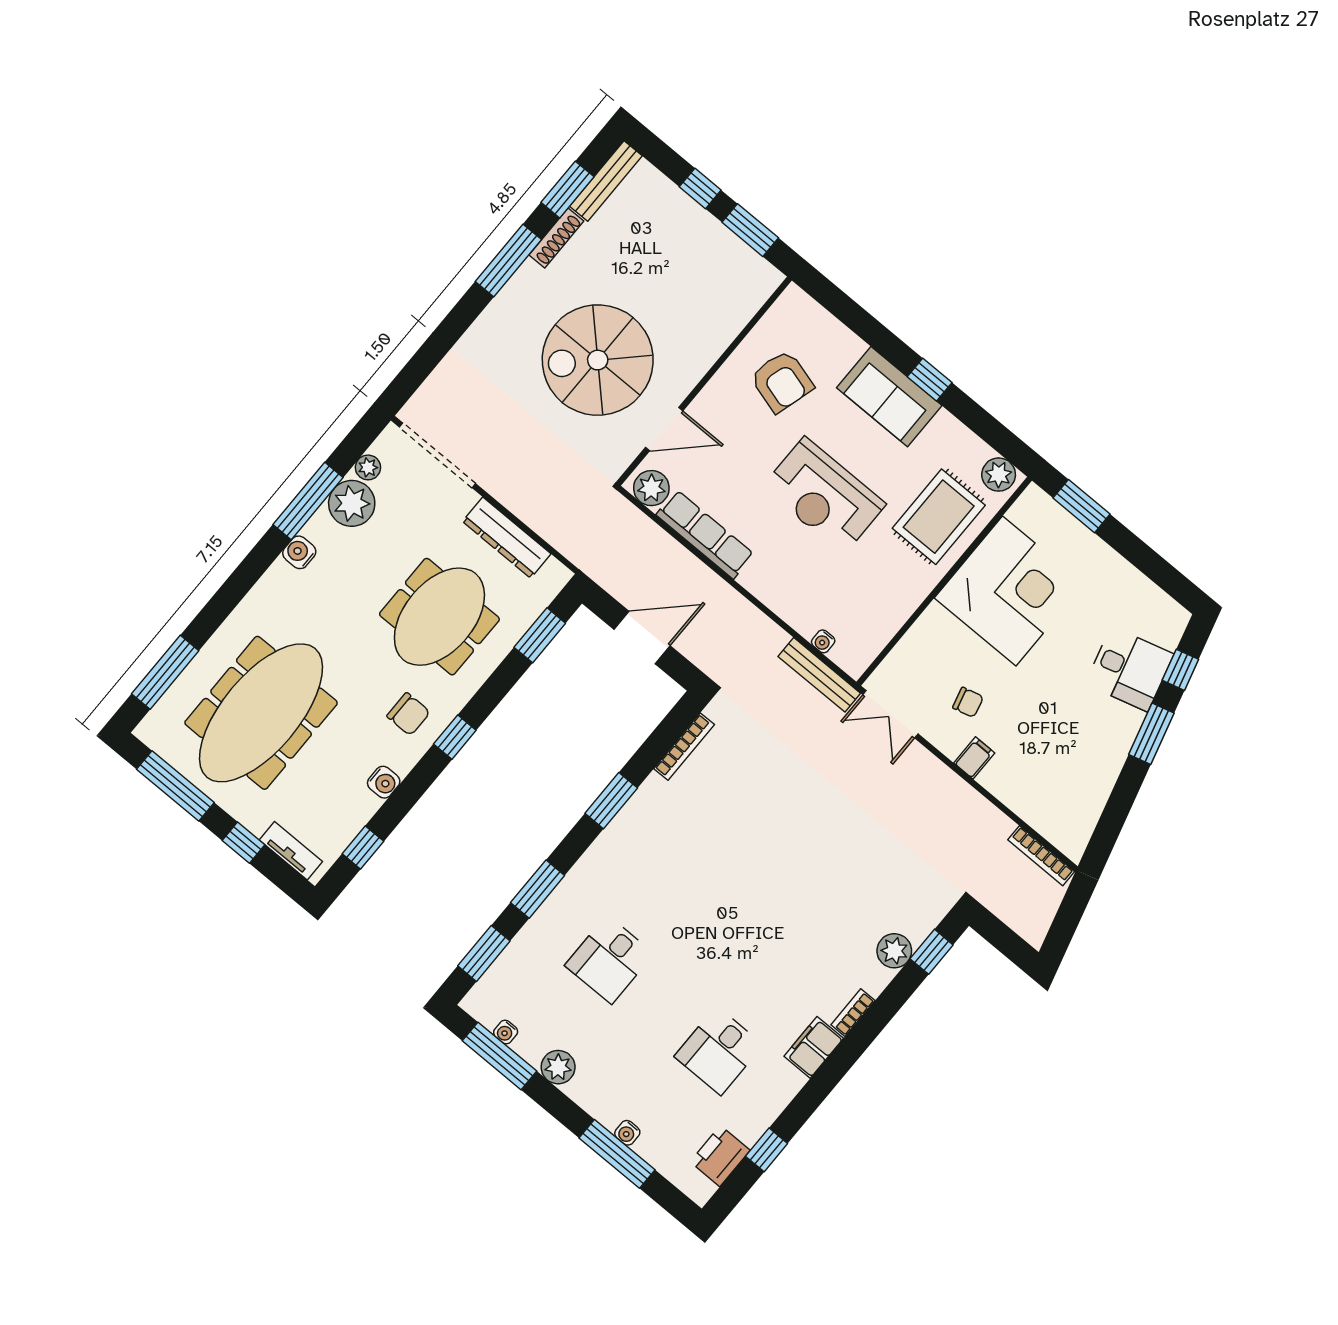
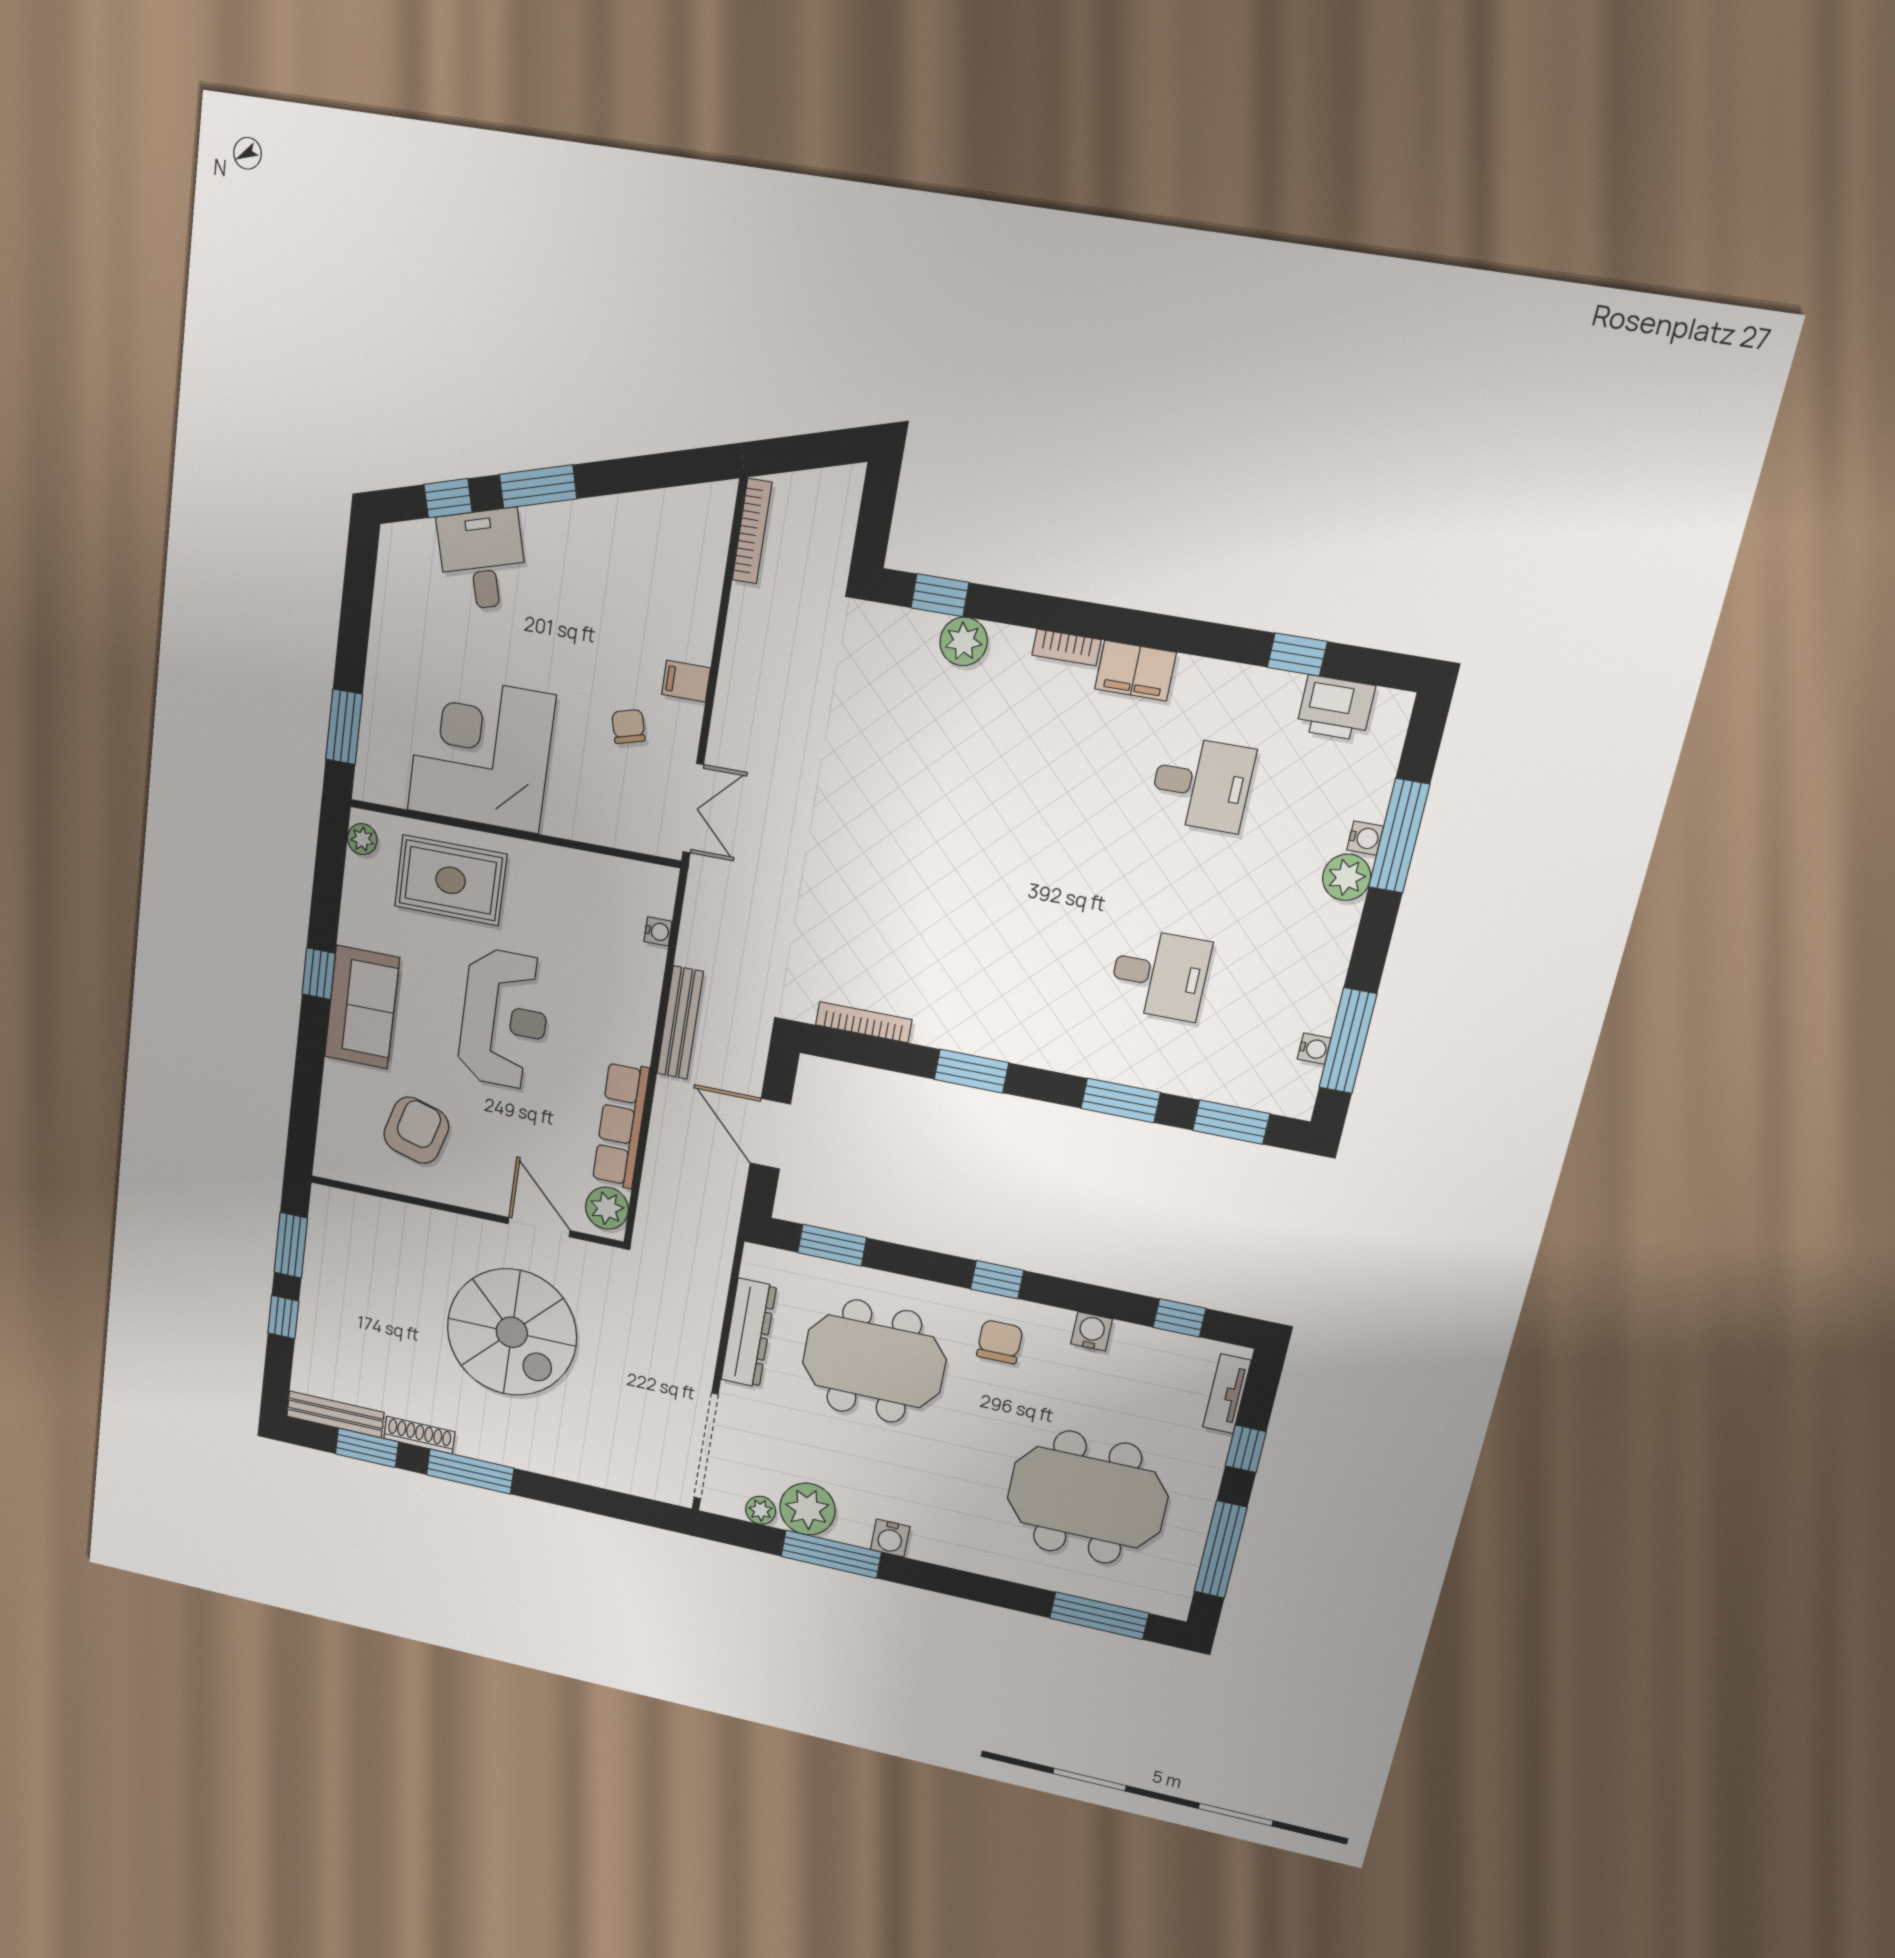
plant: (999, 475) -> (362, 839), width x0.73, depth x0.73
bench: (819, 675) -> (680, 1023), moved
meeting table: (261, 713) -> (1087, 1497), width x0.73
plant: (558, 1067) -> (1347, 877), moved

